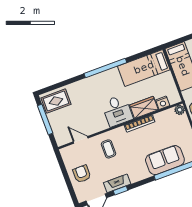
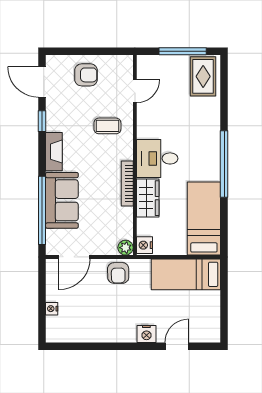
nightstand: (163, 103) -> (145, 245), moved
fireplace: (117, 183) -> (54, 152), moved

